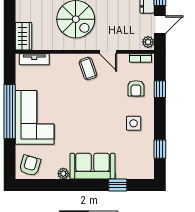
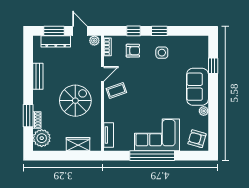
wardrobe: (23, 36) -> (78, 144), moved
window: (160, 149) -> (159, 31), moved

